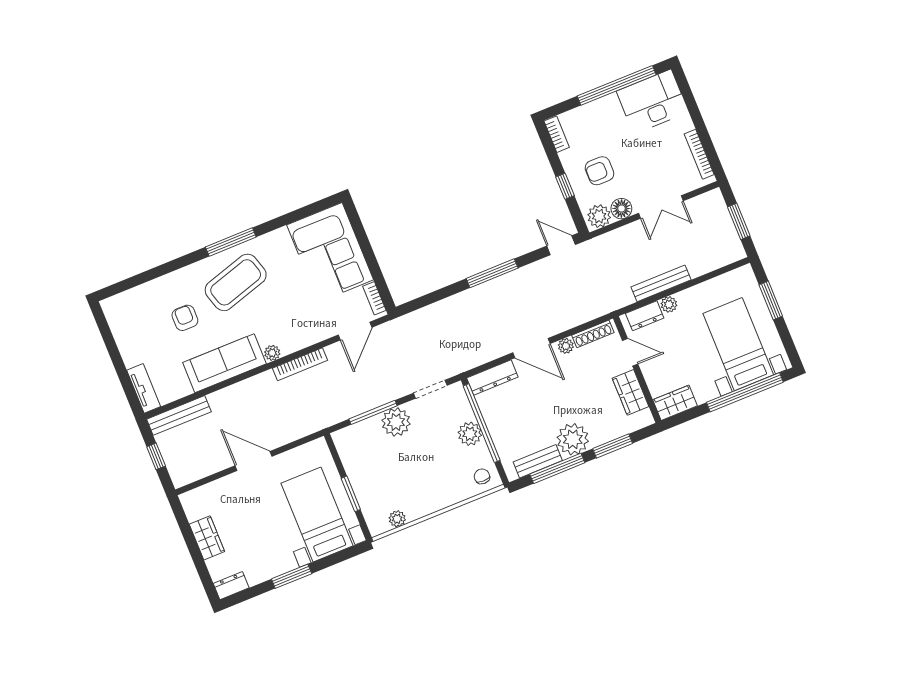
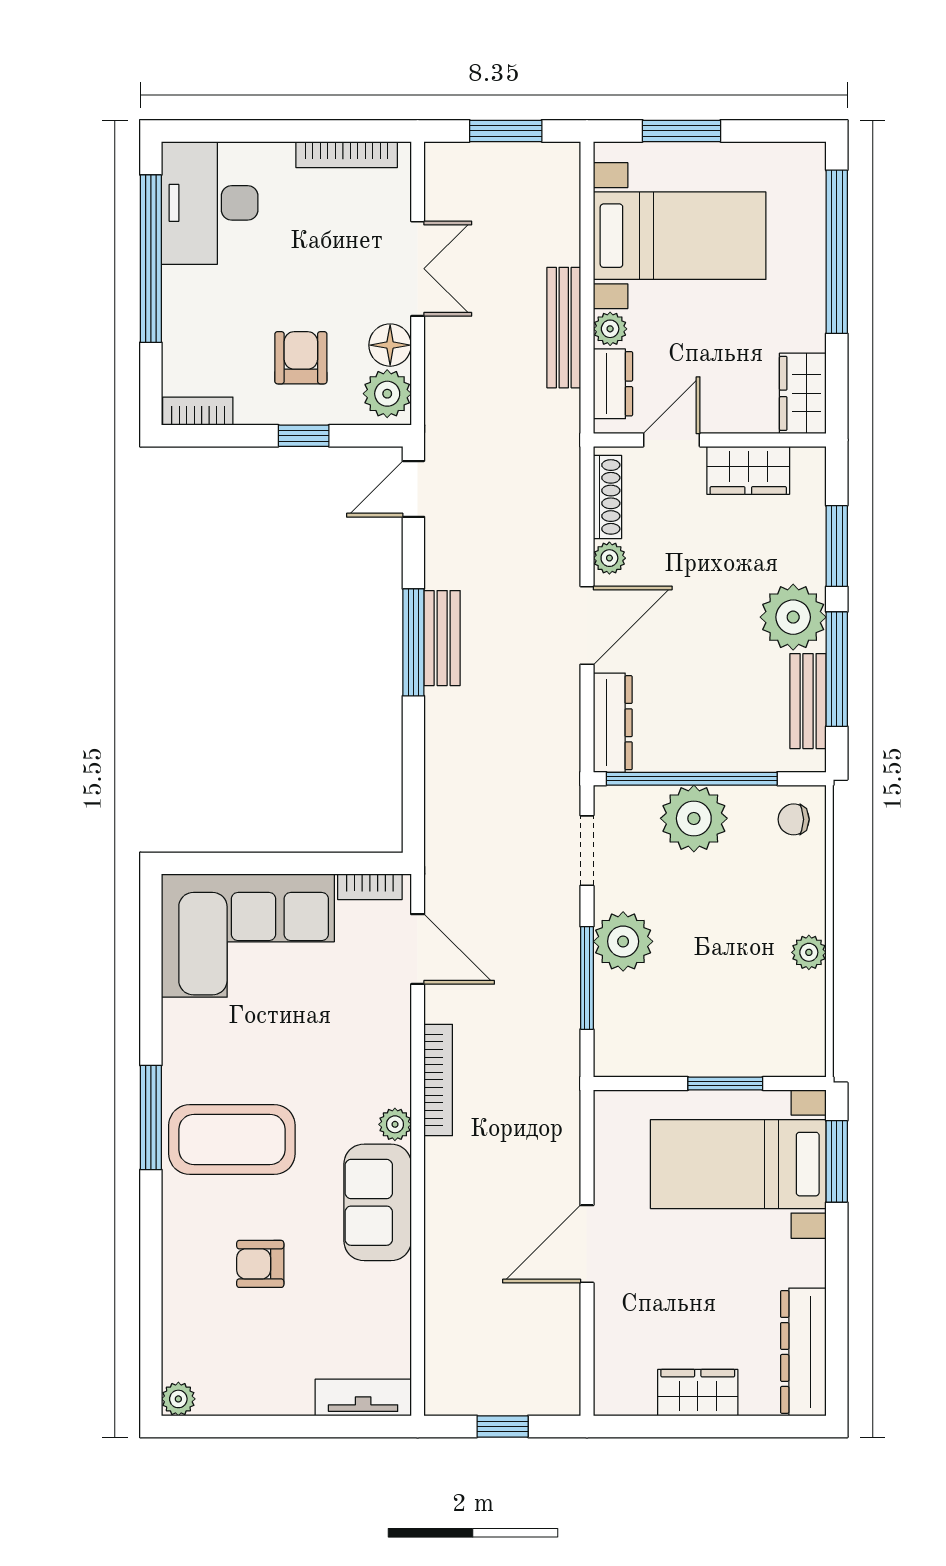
armchair: (599, 171) -> (301, 358), turned 180
coffee table: (236, 282) -> (232, 1139), turned -73
plant: (109, 306) -> (178, 1399), added
bed with nightstands: (738, 344) -> (680, 236), moved, turned 180
sofa: (225, 363) -> (378, 1202), width x0.73
bench: (179, 415) -> (442, 638), moved, width x0.73
plant: (470, 434) -> (694, 818), width x1.36, depth x1.36
plant: (397, 519) -> (809, 952), moved
window: (292, 576) -> (837, 1161), moved
dresser: (231, 586) -> (803, 1352), width x1.96, depth x1.24

